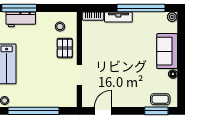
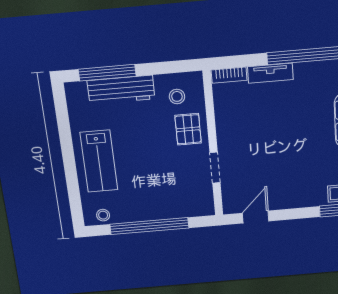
workbench: (21, 19) -> (121, 90), width x1.38

